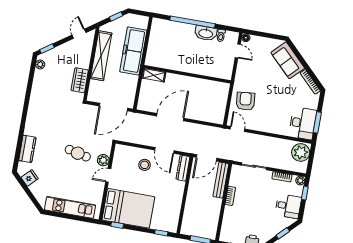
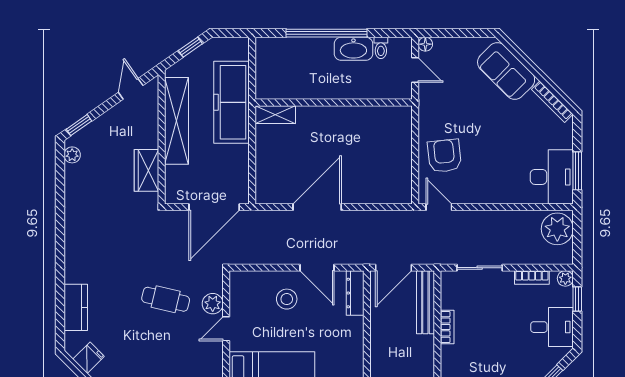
wall: (187, 74) -> (334, 103), moved
shelving: (154, 75) -> (275, 115), moved

